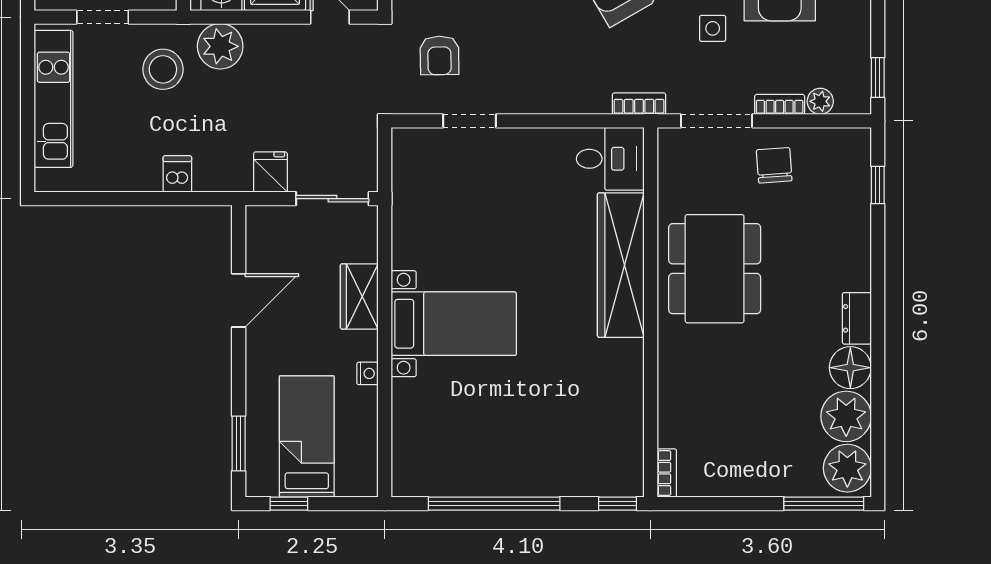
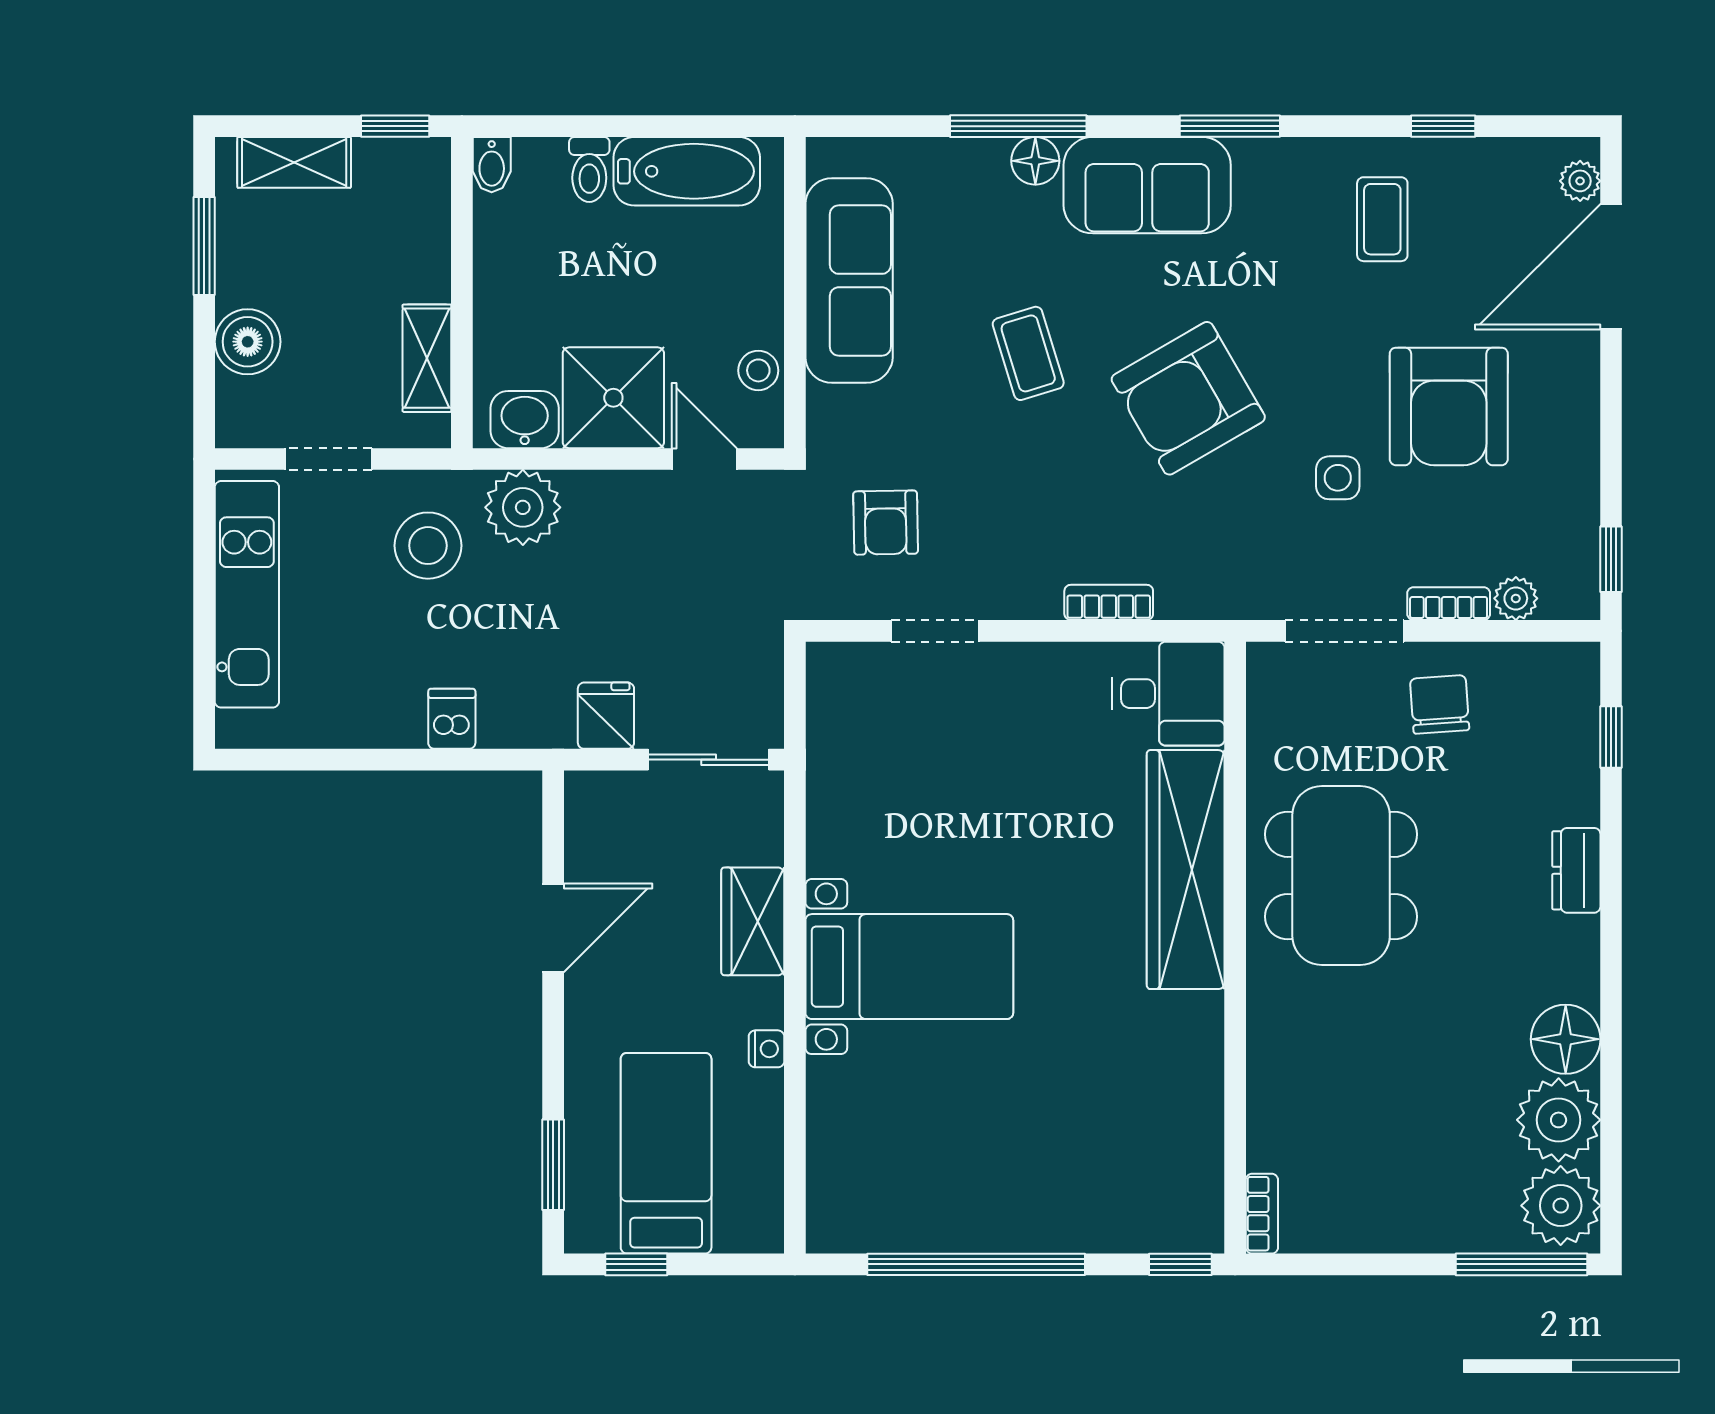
bookcase: (639, 104) -> (1109, 602), moved
dresser: (857, 318) -> (1576, 870), moved

